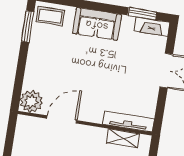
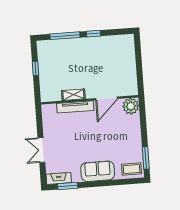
tv unit: (128, 122) -> (75, 107), moved
shelving: (123, 138) -> (73, 95), moved

